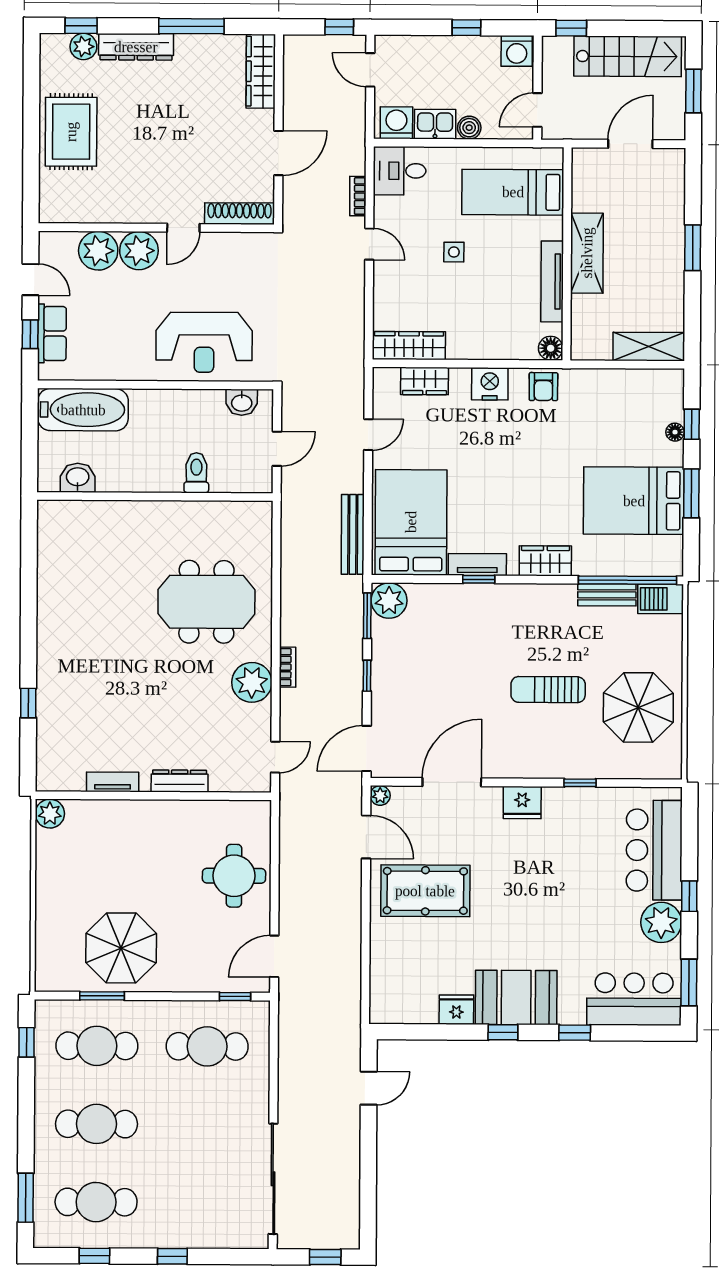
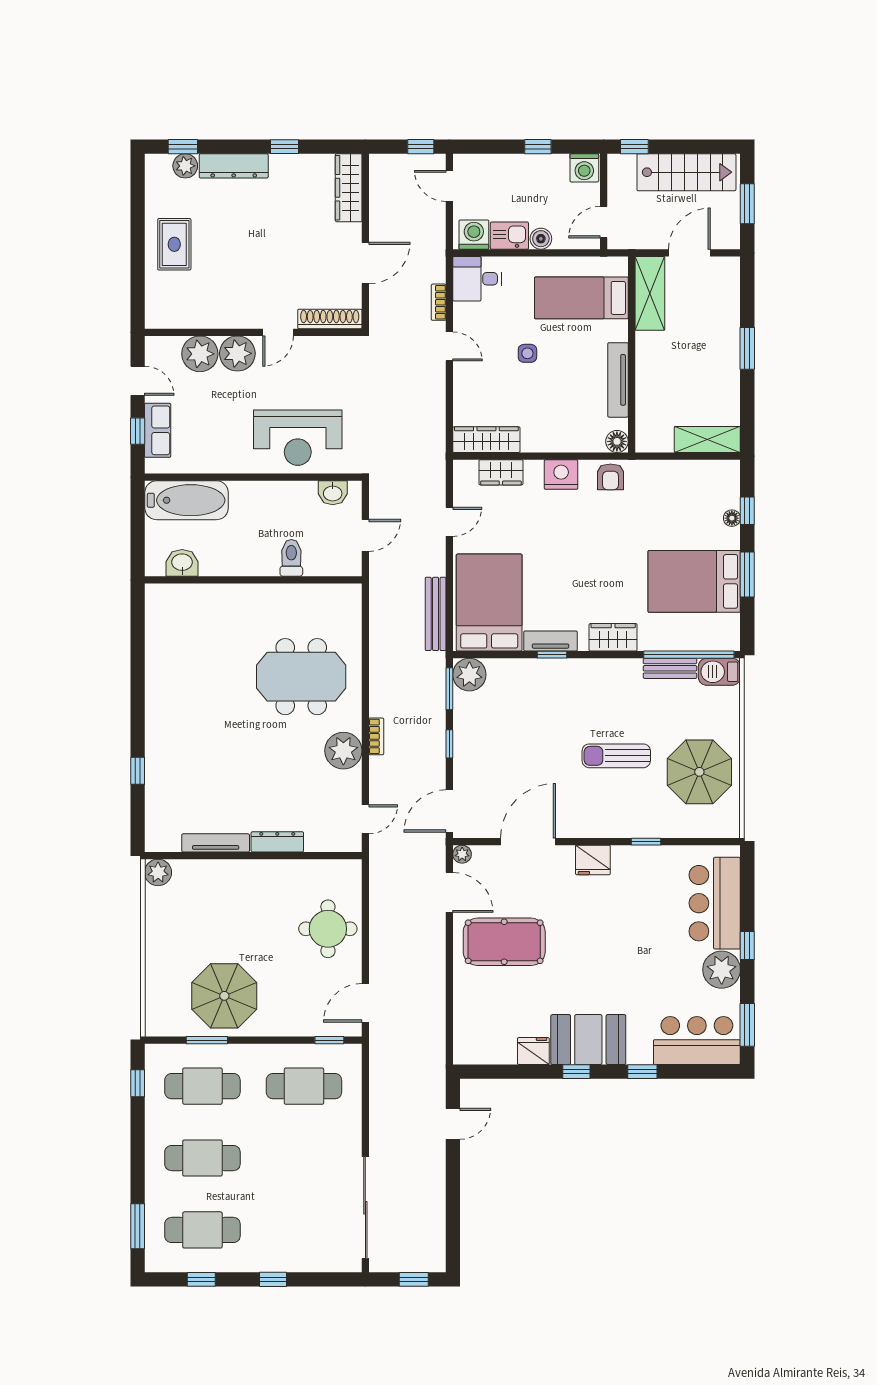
window: (191, 26) -> (285, 147), width x0.46
rug: (71, 132) -> (174, 244), width x0.73, depth x0.70
shelving: (587, 253) -> (650, 293), moved
tv unit: (113, 782) -> (216, 843), width x1.41

